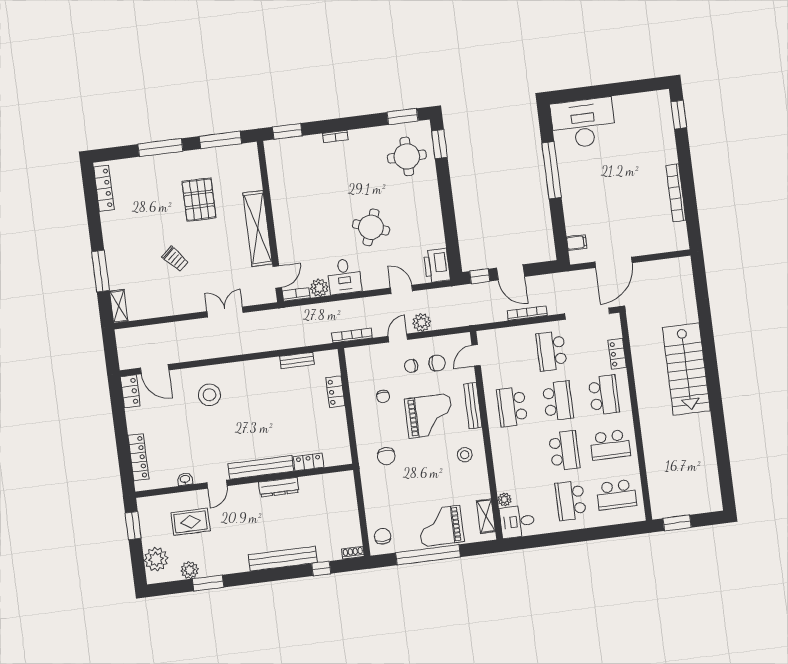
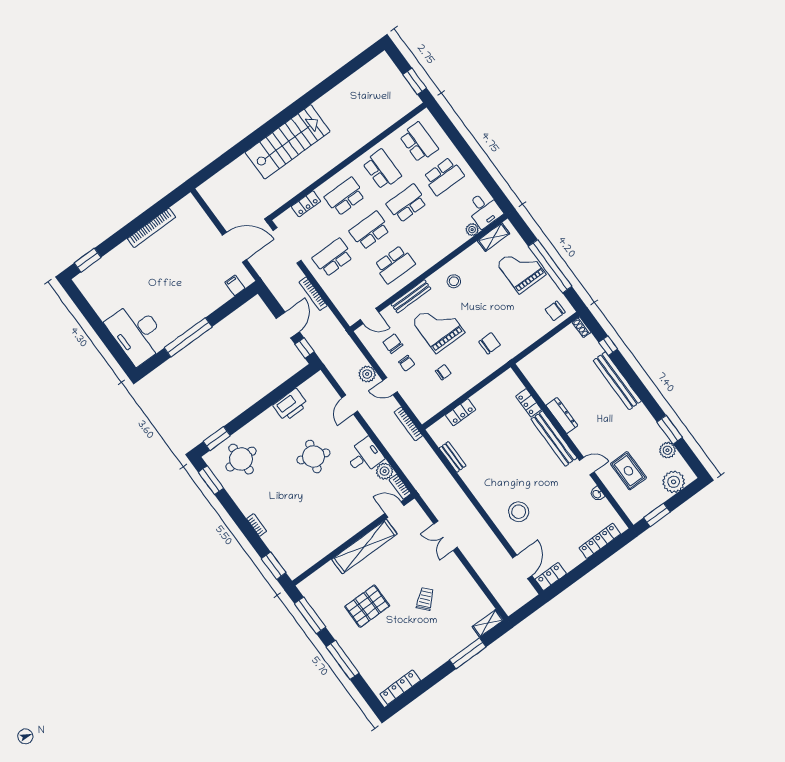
printer: (437, 265) -> (290, 405), moved
school desk: (551, 351) -> (333, 258), turned 180
grand piano: (441, 526) -> (521, 269), turned 180

